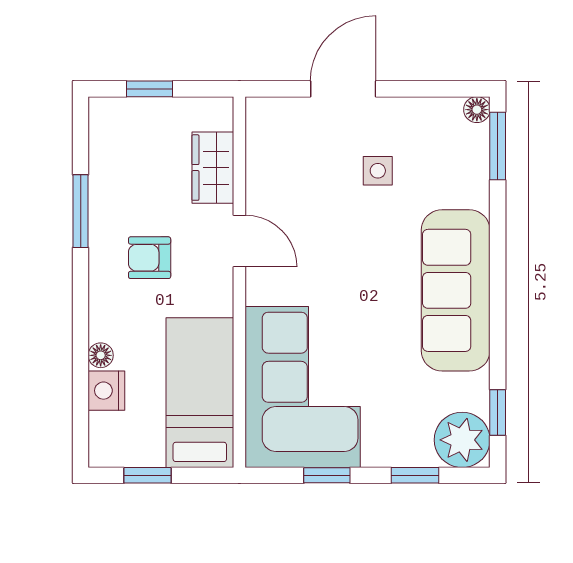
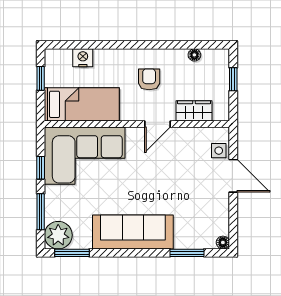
window: (498, 146) -> (187, 253), moved
side table: (378, 171) -> (219, 151), moved
window: (81, 211) -> (172, 45), removed
floor lamp: (101, 355) -> (194, 55), moved
window: (498, 412) -> (72, 253), width x1.50
window: (415, 475) -> (41, 212), width x1.50

